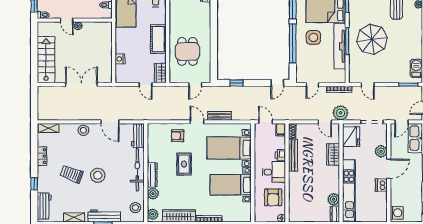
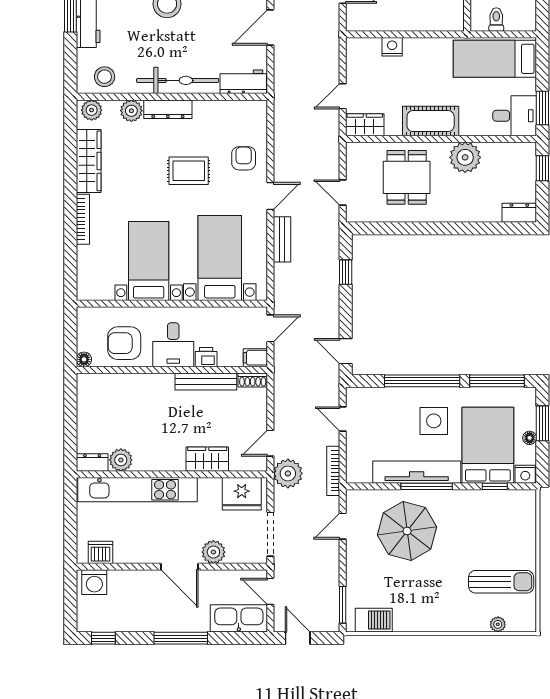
plant: (177, 21) -> (465, 157), added
parasol: (372, 39) -> (407, 531), moved
dining table: (187, 51) -> (407, 177), turned 90
dishwasher: (381, 185) -> (100, 552), moved

